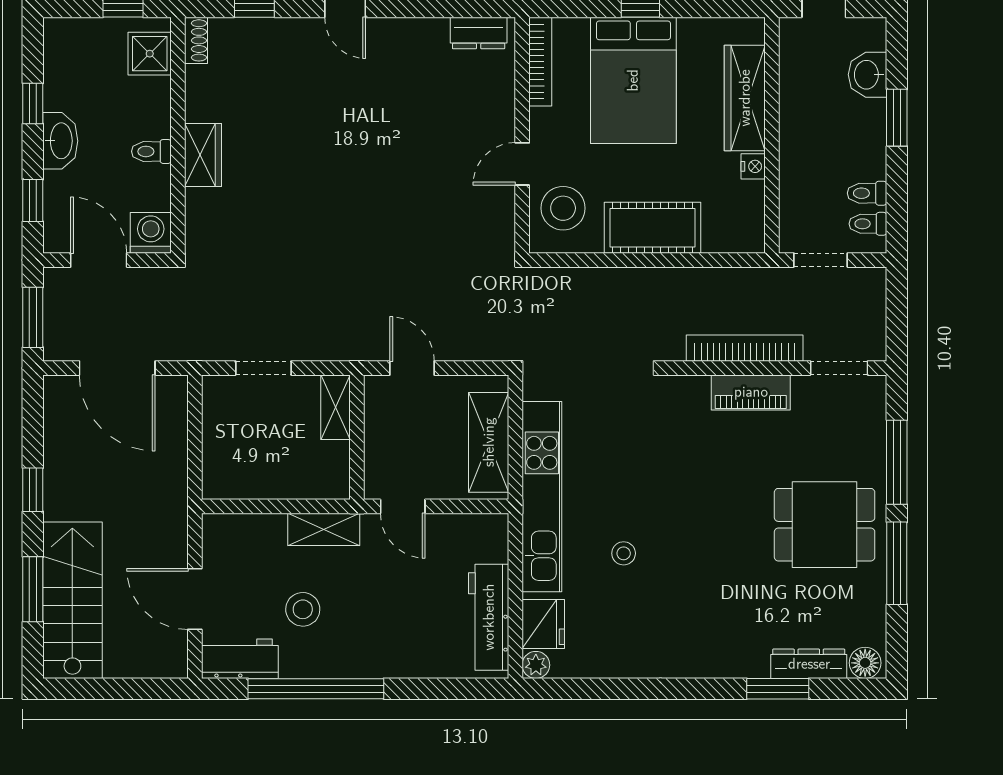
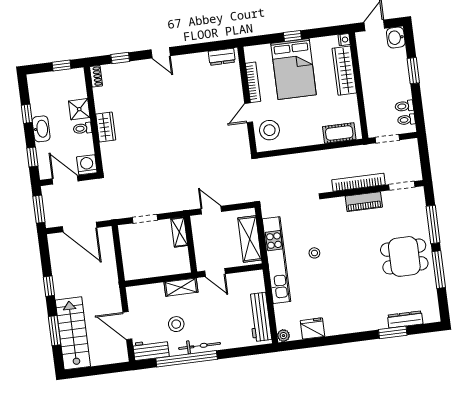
shower: (150, 54) -> (79, 109), moved
bookcase: (540, 62) -> (253, 82), moved
washbasin: (868, 75) -> (396, 38), moved
nightstand: (753, 166) -> (344, 40), moved
cot: (652, 228) -> (339, 133), moved, width x0.73, depth x0.75
stool: (624, 553) -> (314, 253), moved
fridge: (543, 624) -> (313, 328), moved, turned -90
floor lamp: (865, 663) -> (430, 316), removed
bicycle: (348, 664) -> (200, 346), added

